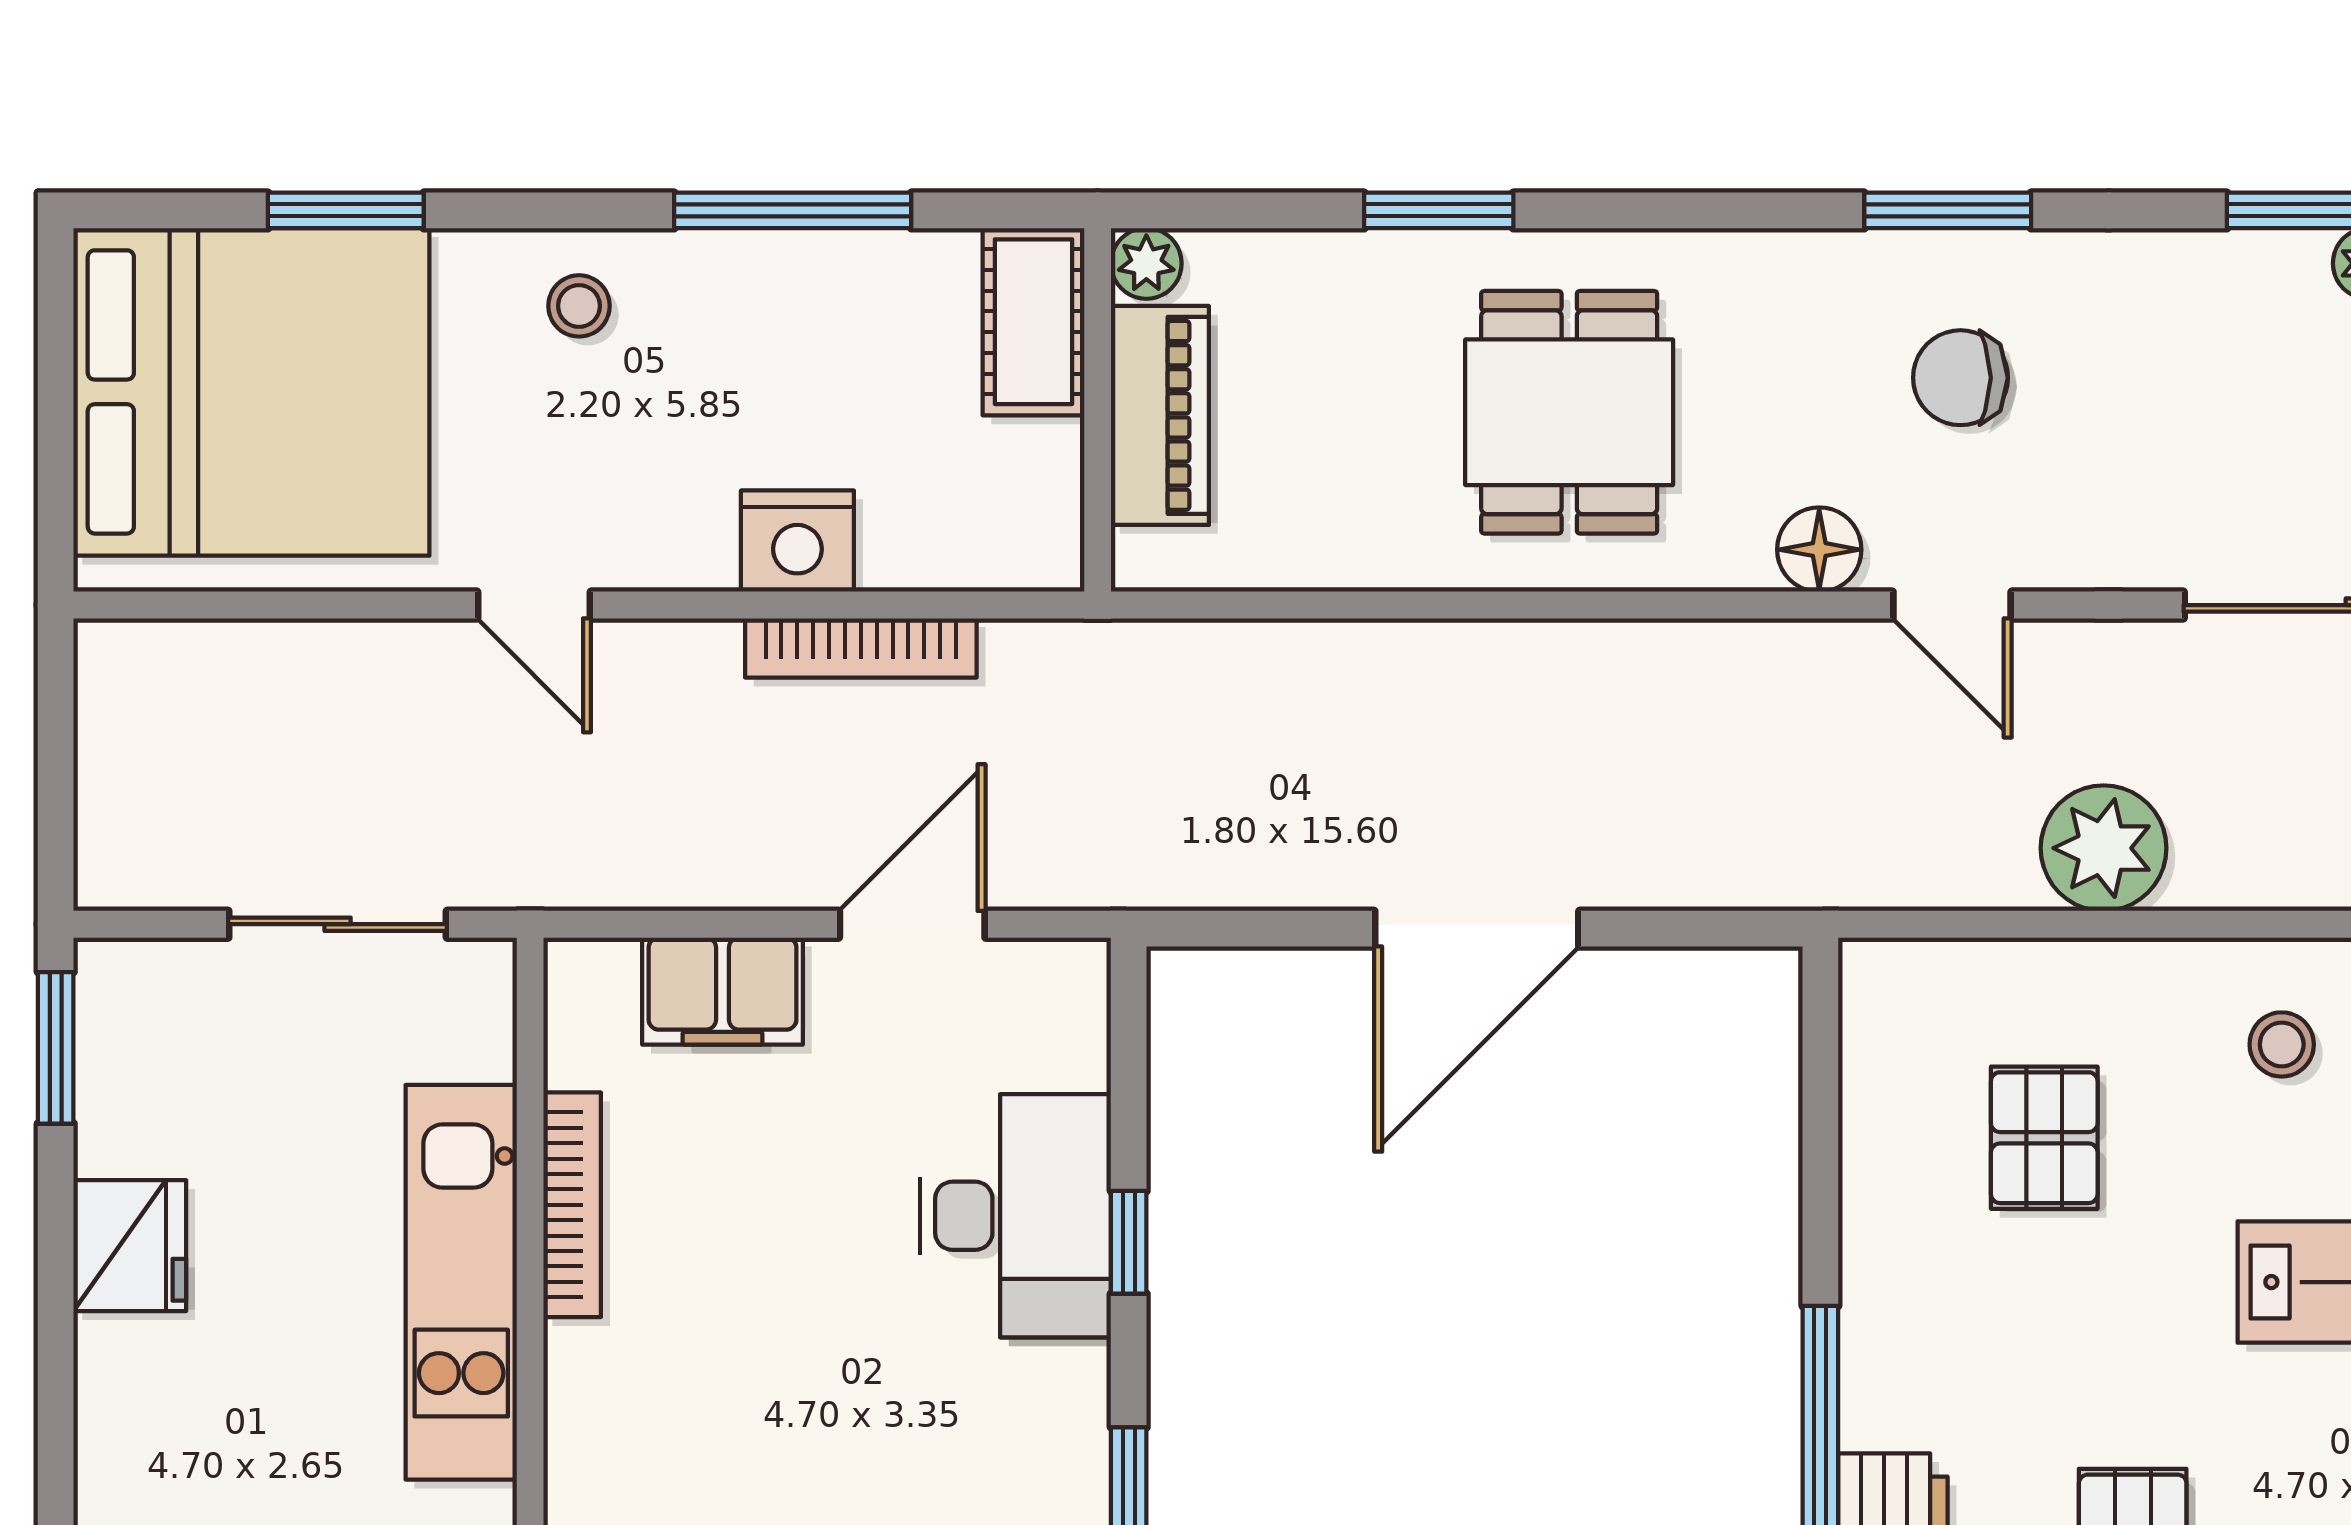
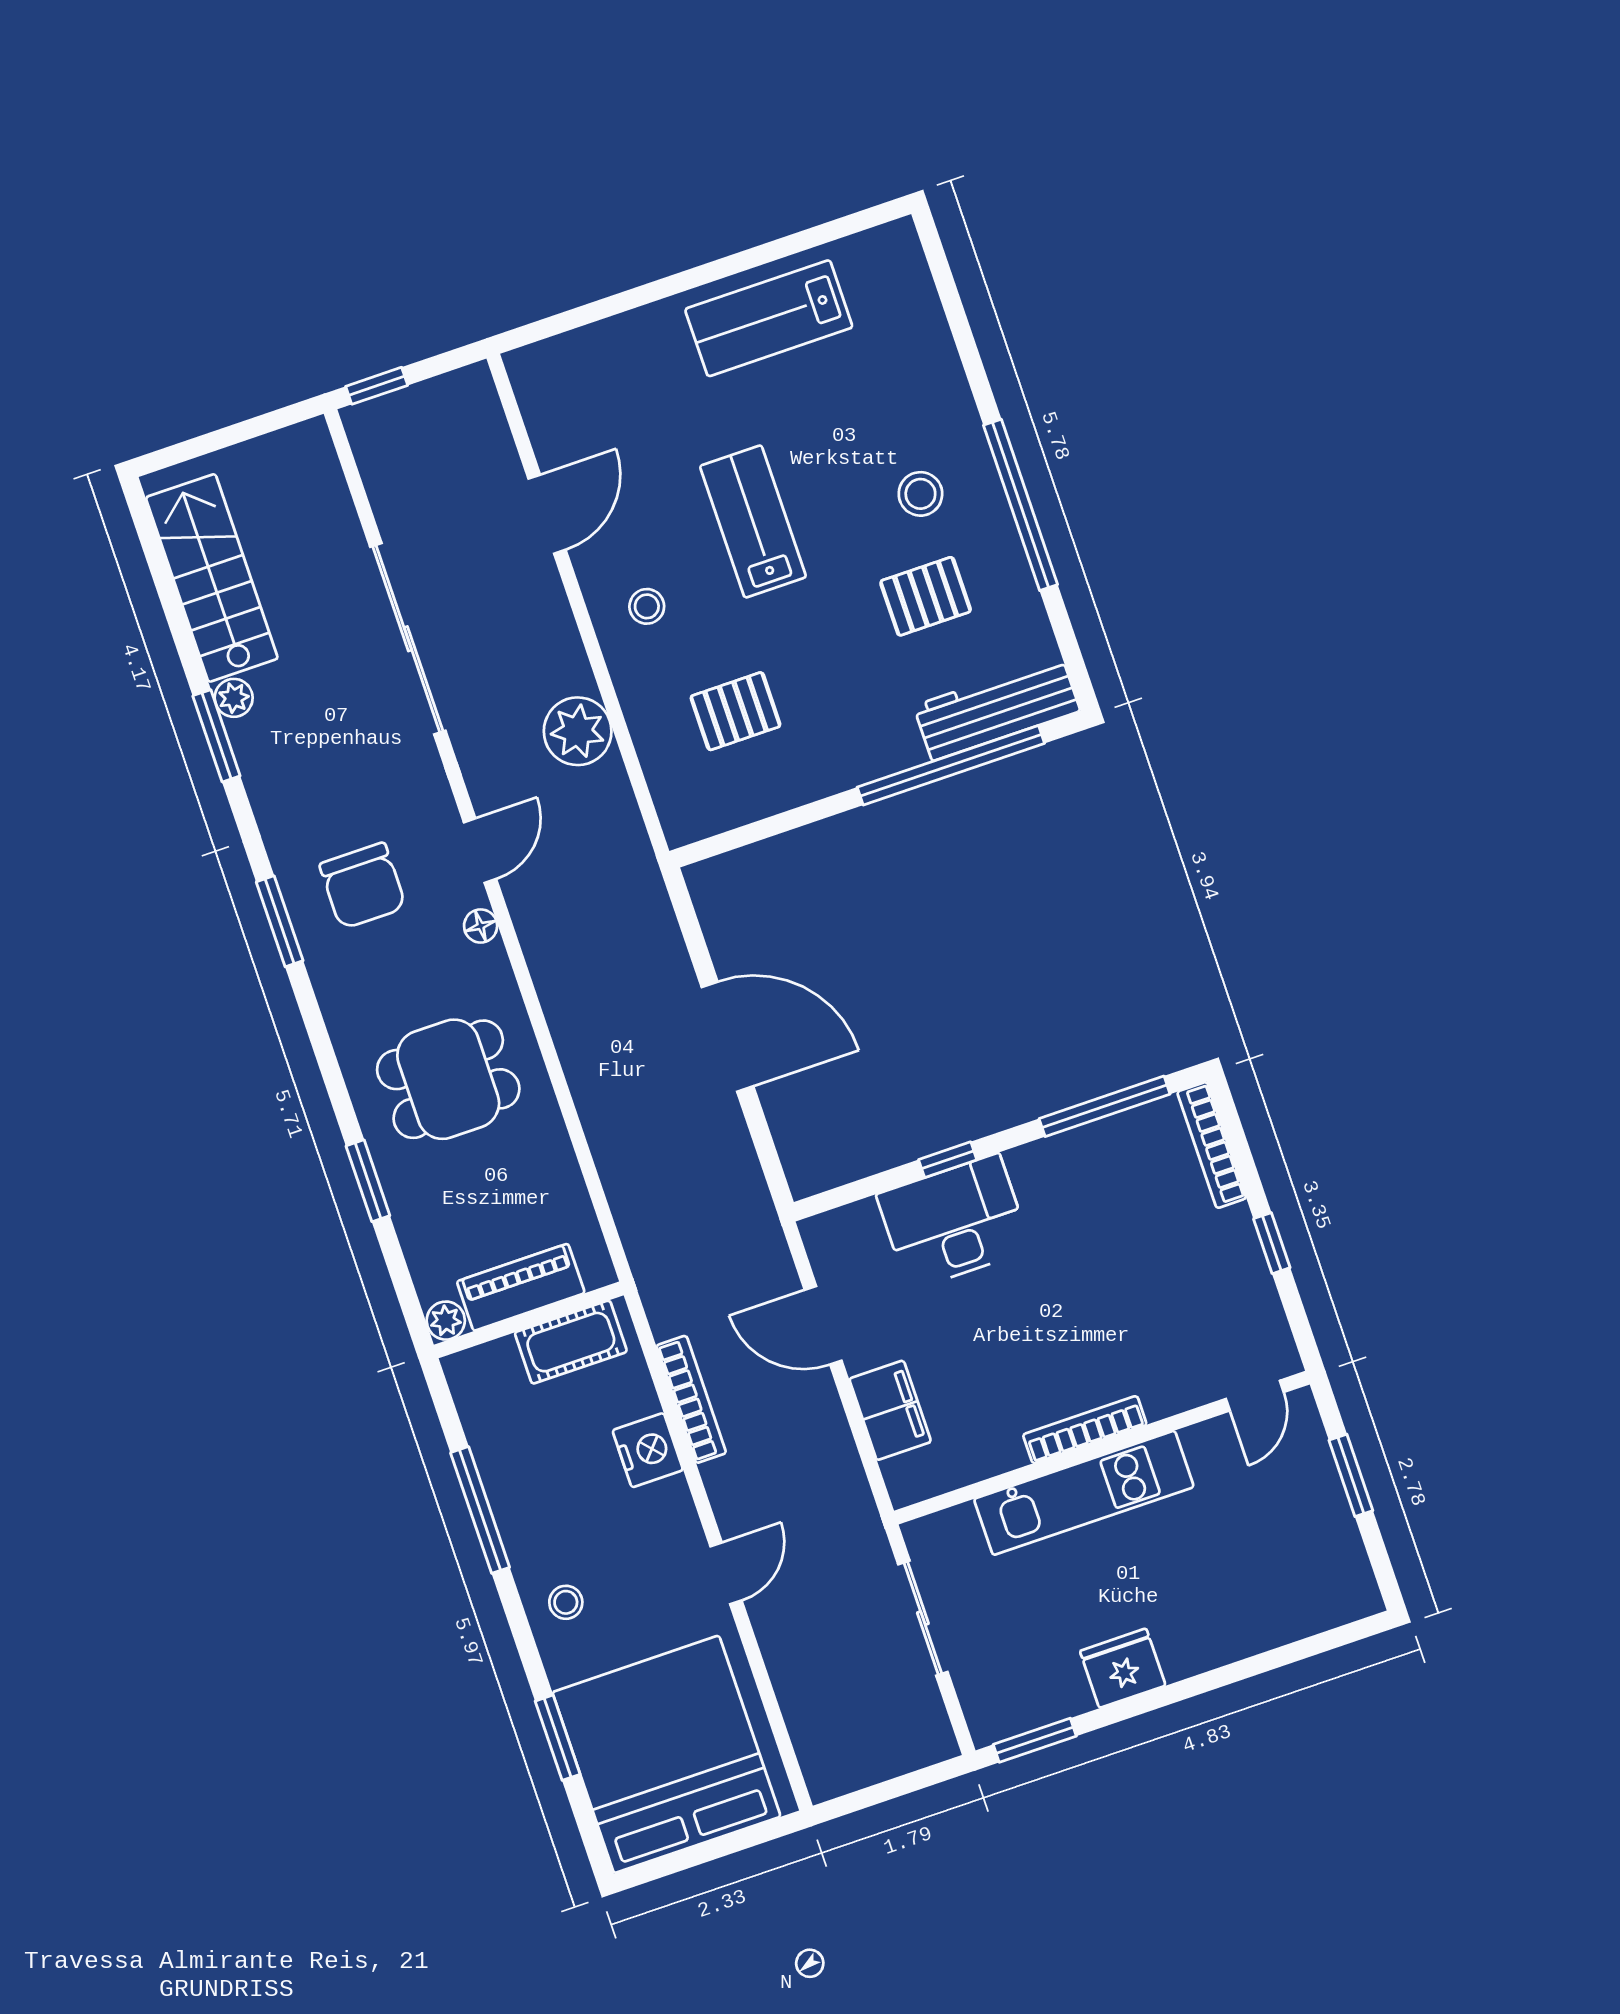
cot: (1033, 322) -> (571, 1342), moved
chair: (1960, 378) -> (363, 886), width x1.37, depth x1.37
floor lamp: (1819, 550) -> (481, 926), width x0.73, depth x0.73
bookcase: (572, 1205) -> (1085, 1430), moved

